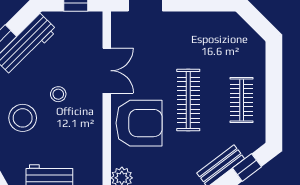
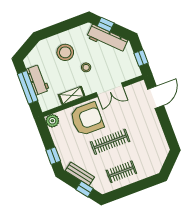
armchair: (139, 123) -> (87, 119), turned -90
shelving: (94, 133) -> (72, 95), added

